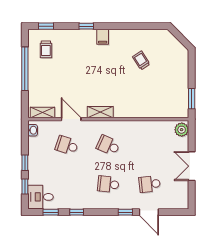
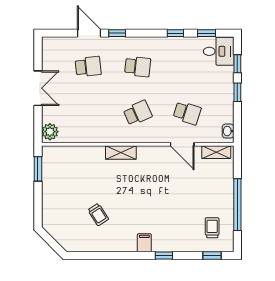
shelving: (100, 112) -> (121, 153), moved
school desk: (108, 145) -> (138, 113), turned -48

